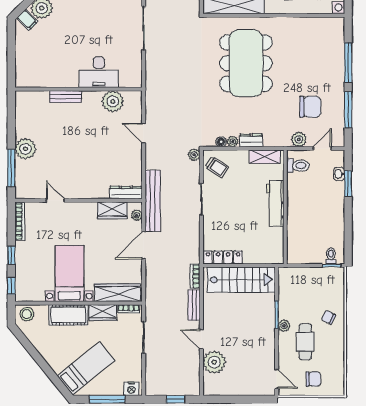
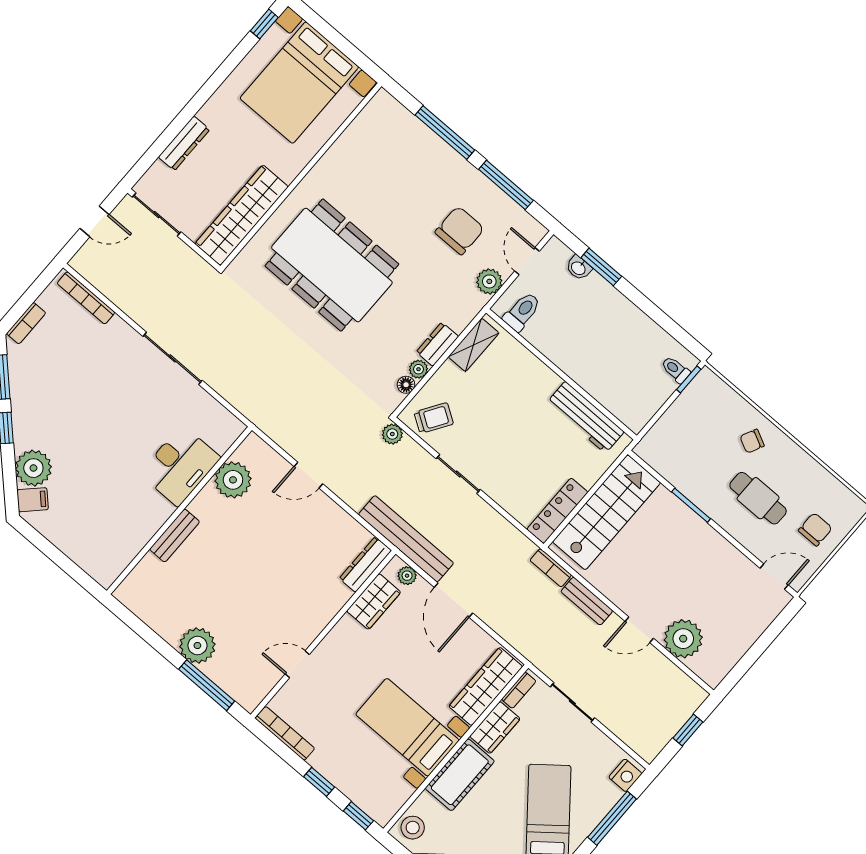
workbench: (275, 203) -> (585, 417), moved
plant: (284, 326) -> (714, 508), removed

